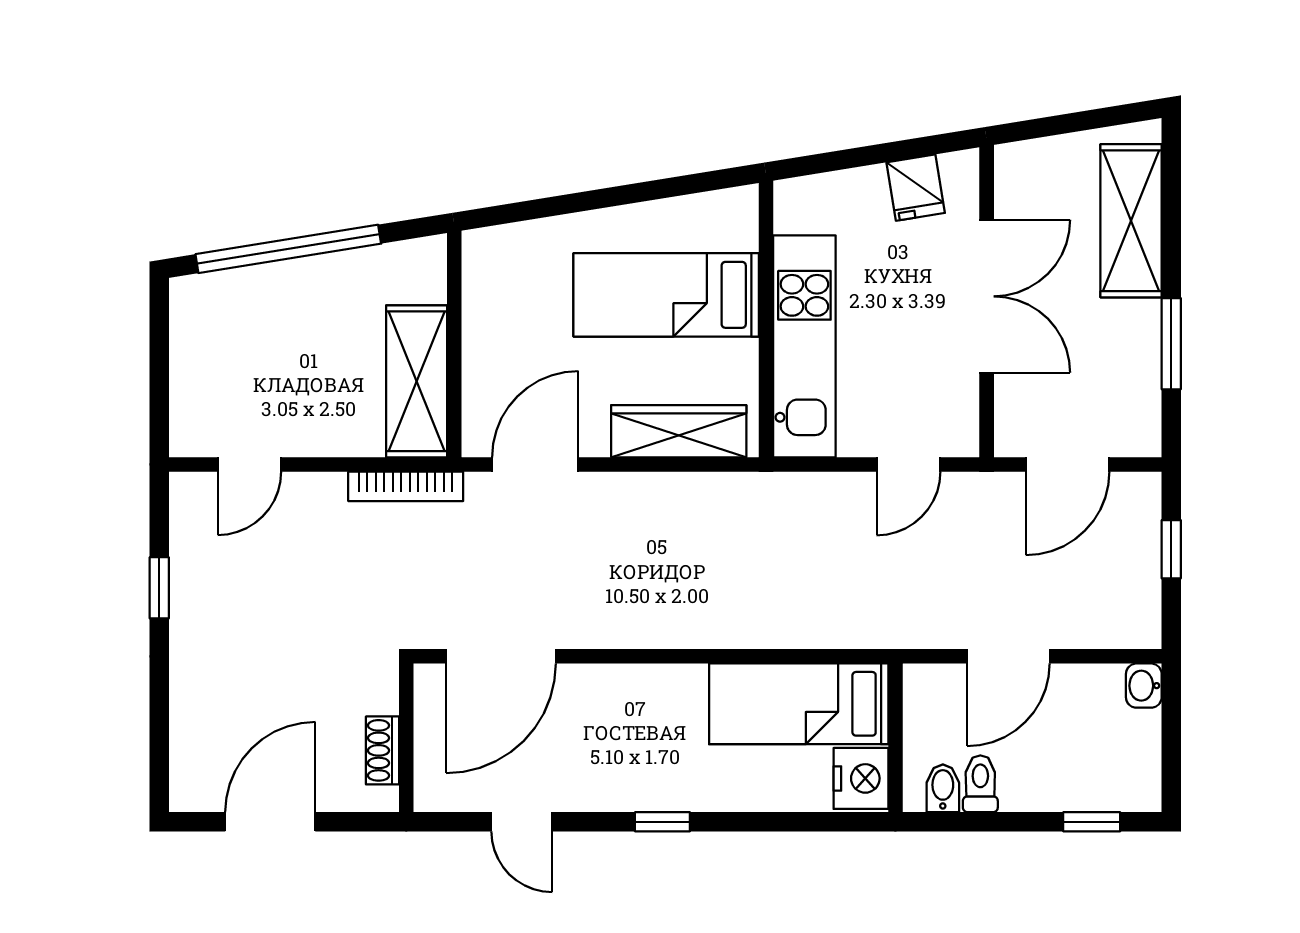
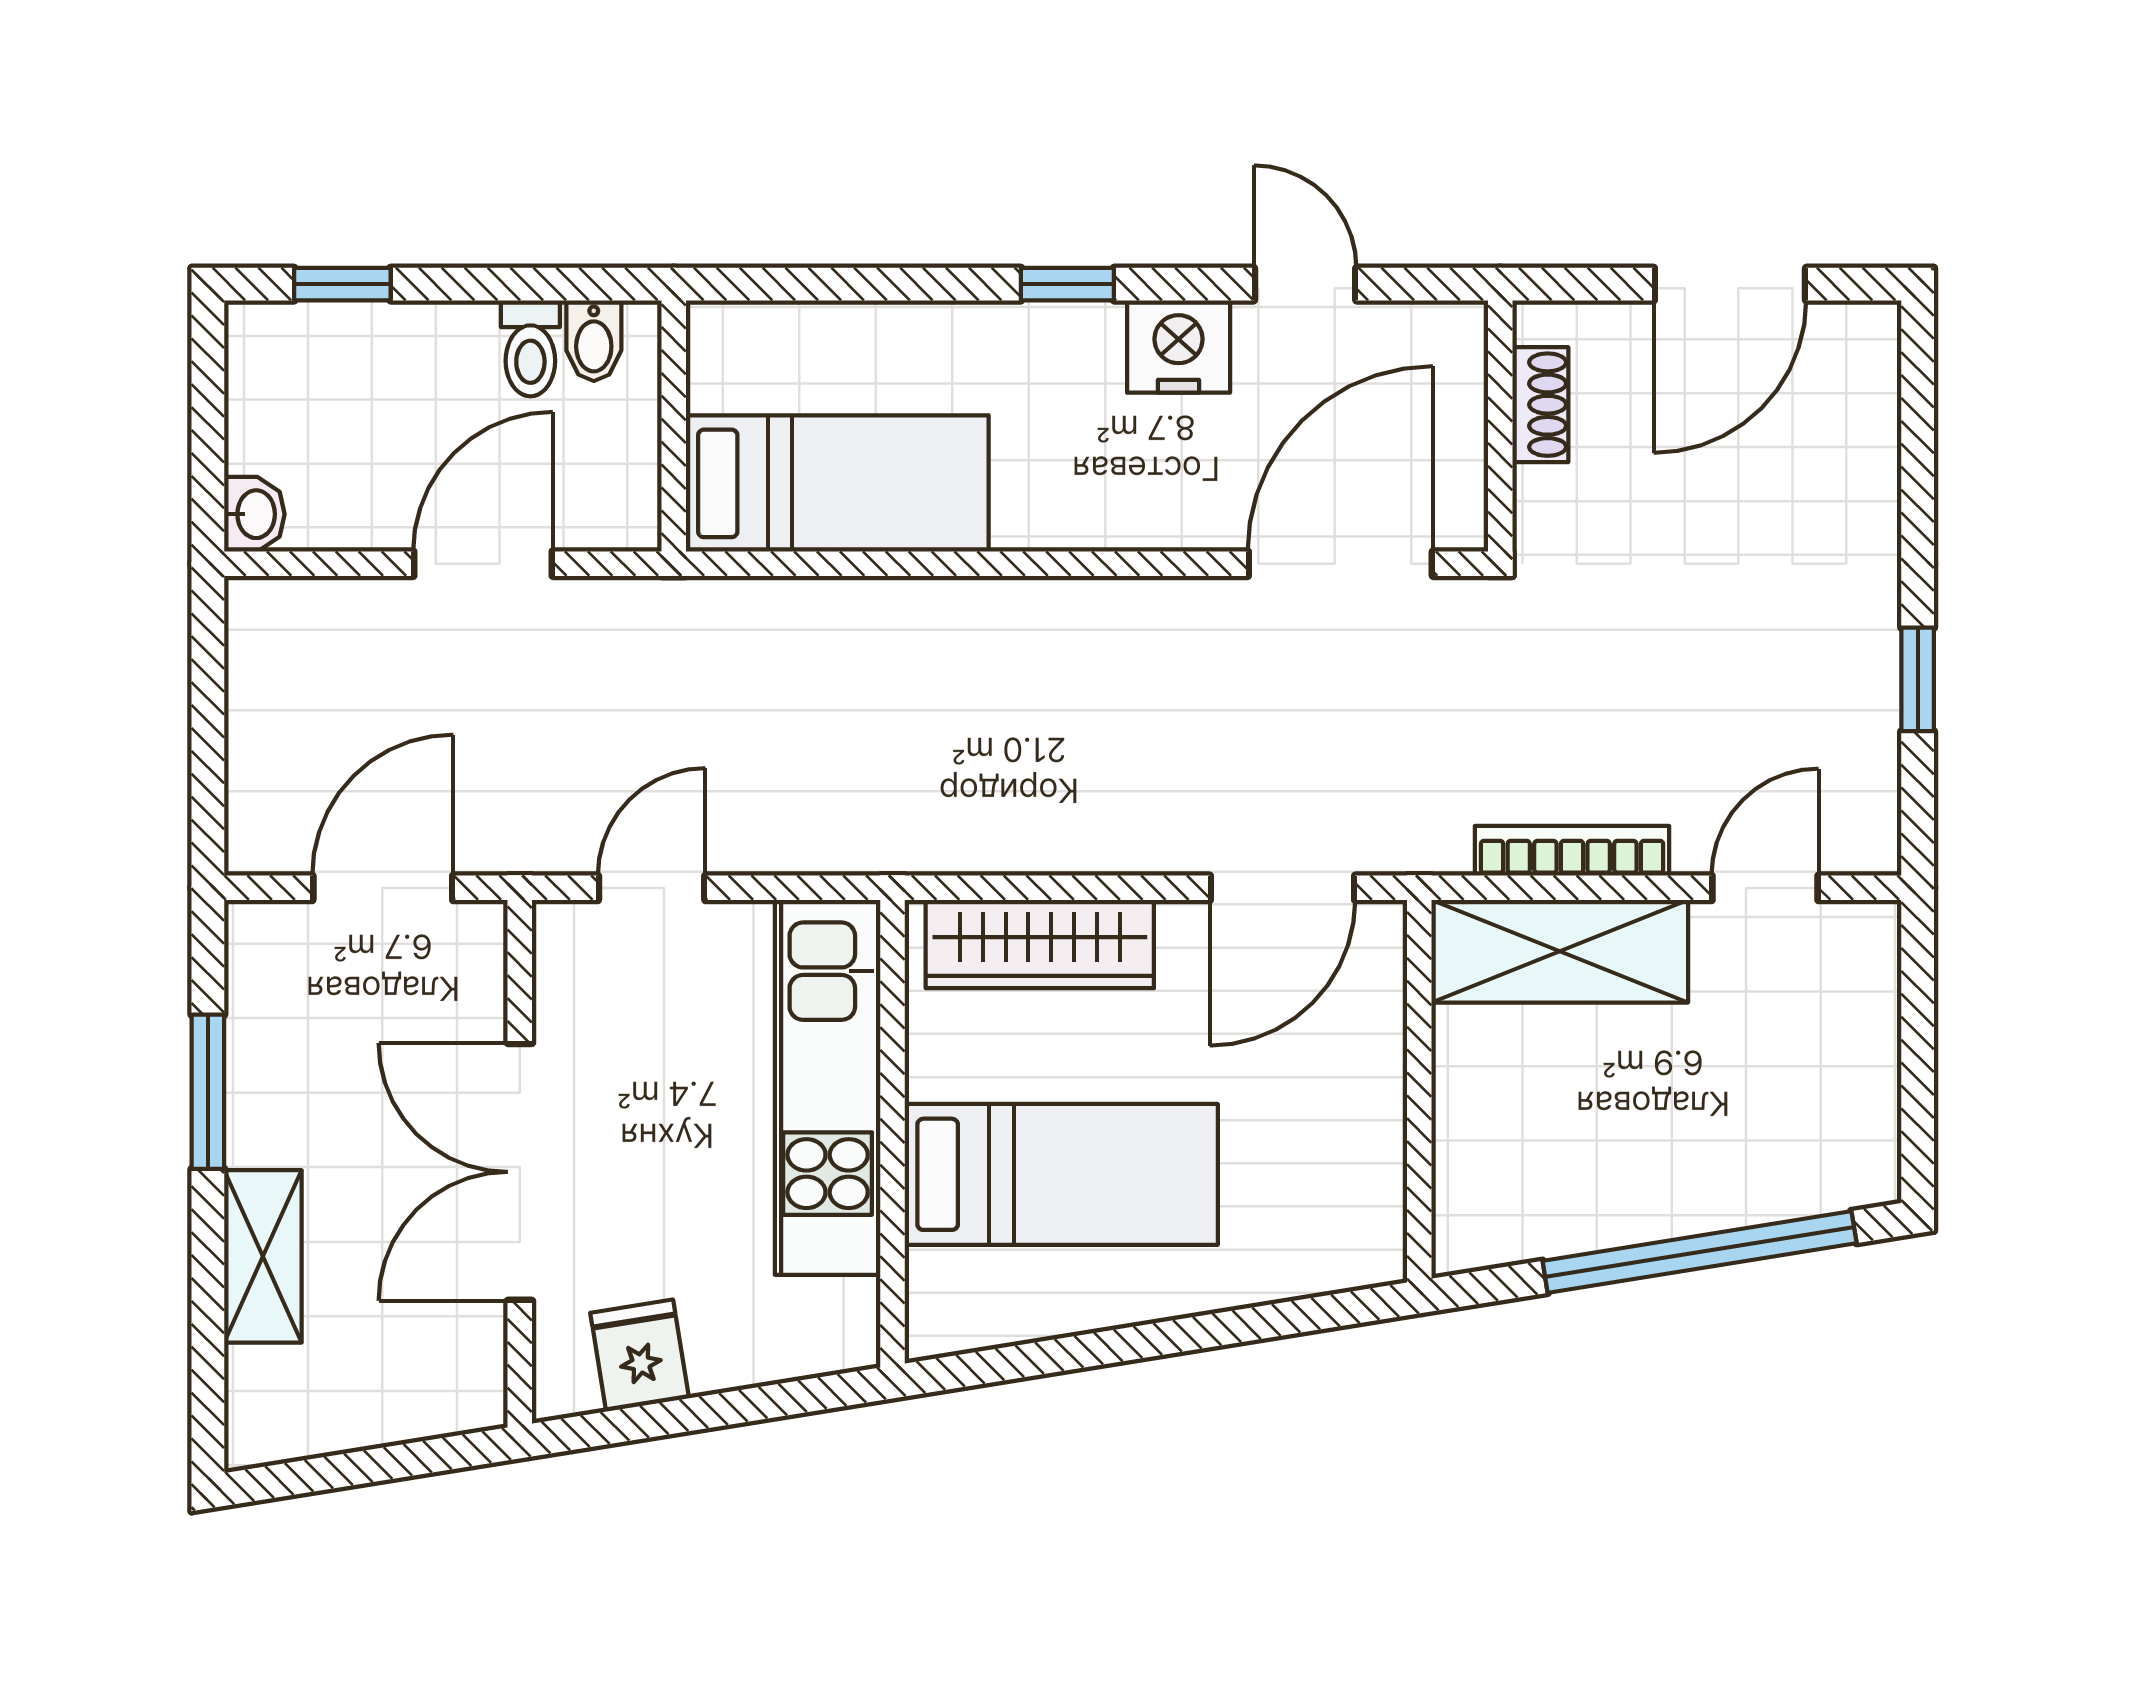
shelving: (1131, 221) -> (263, 1256), width x0.67, depth x0.75
shelving: (417, 381) -> (1560, 951), moved, turned 90
bookcase: (406, 486) -> (1572, 851), moved
window: (1171, 549) -> (208, 745), removed
nightstand: (861, 778) -> (1179, 347), moved, turned 90

